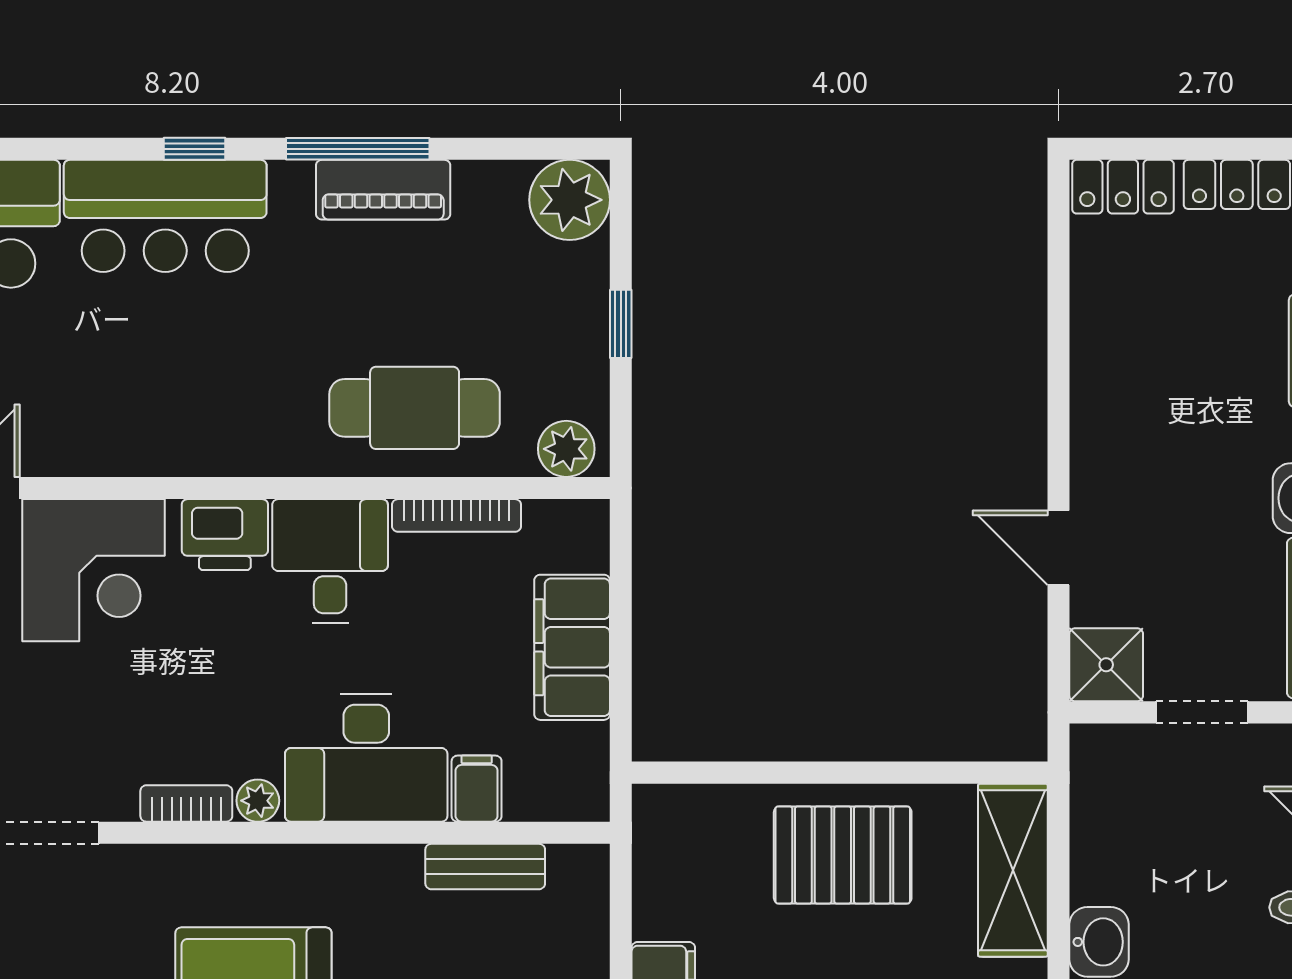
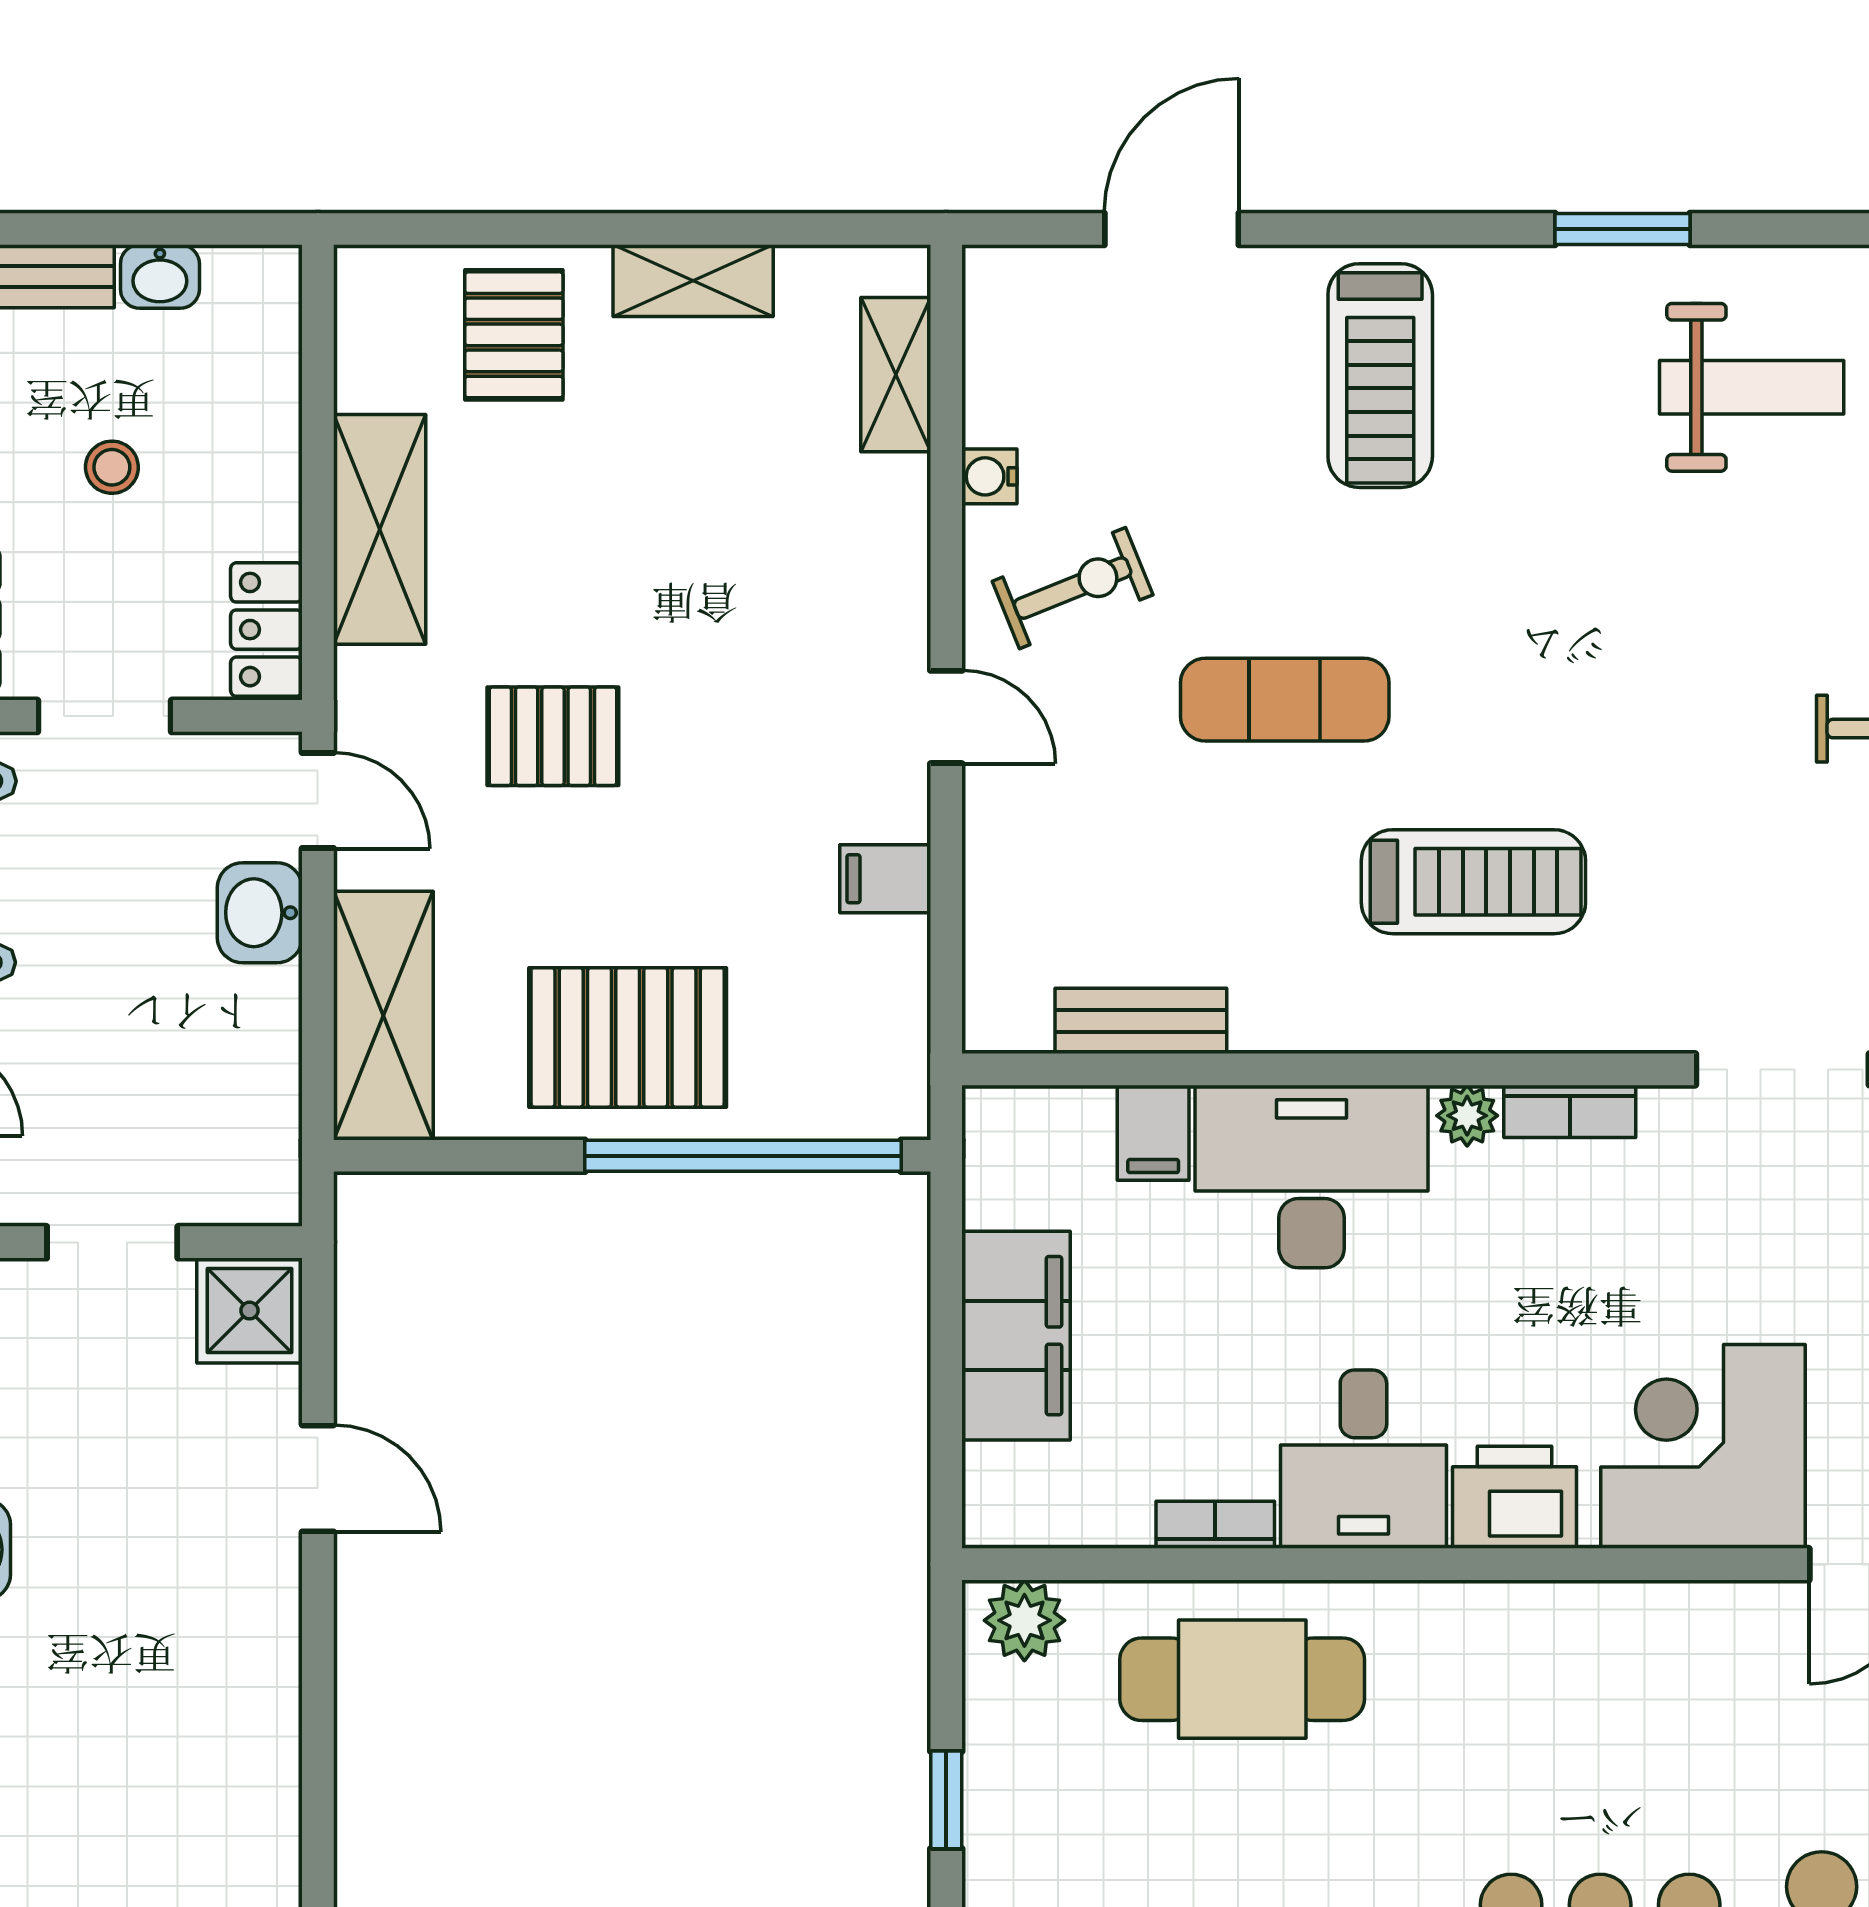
bookcase: (457, 515) -> (1215, 1525), width x0.64
window: (762, 773) -> (743, 1156), added

